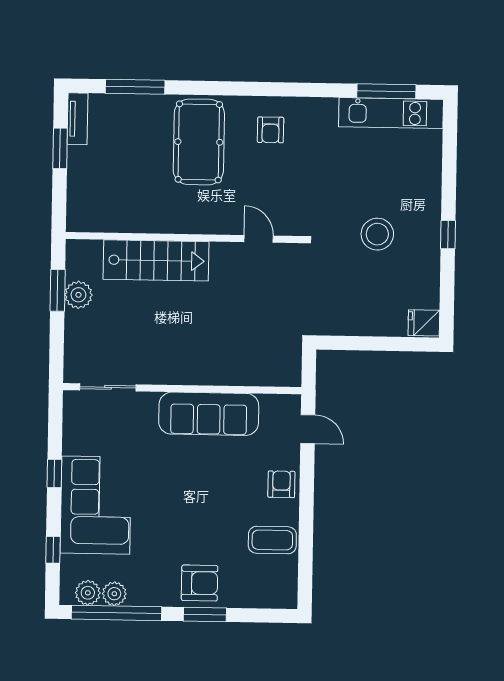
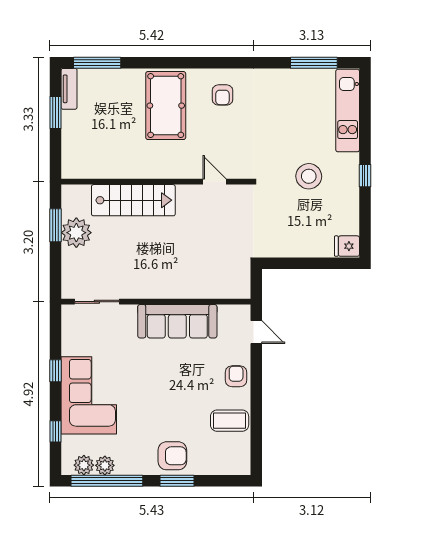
window: (135, 87) -> (97, 63), moved
kitchen unit: (391, 113) -> (348, 111), moved, turned 90
plant: (78, 295) -> (76, 233), width x1.36, depth x1.36

